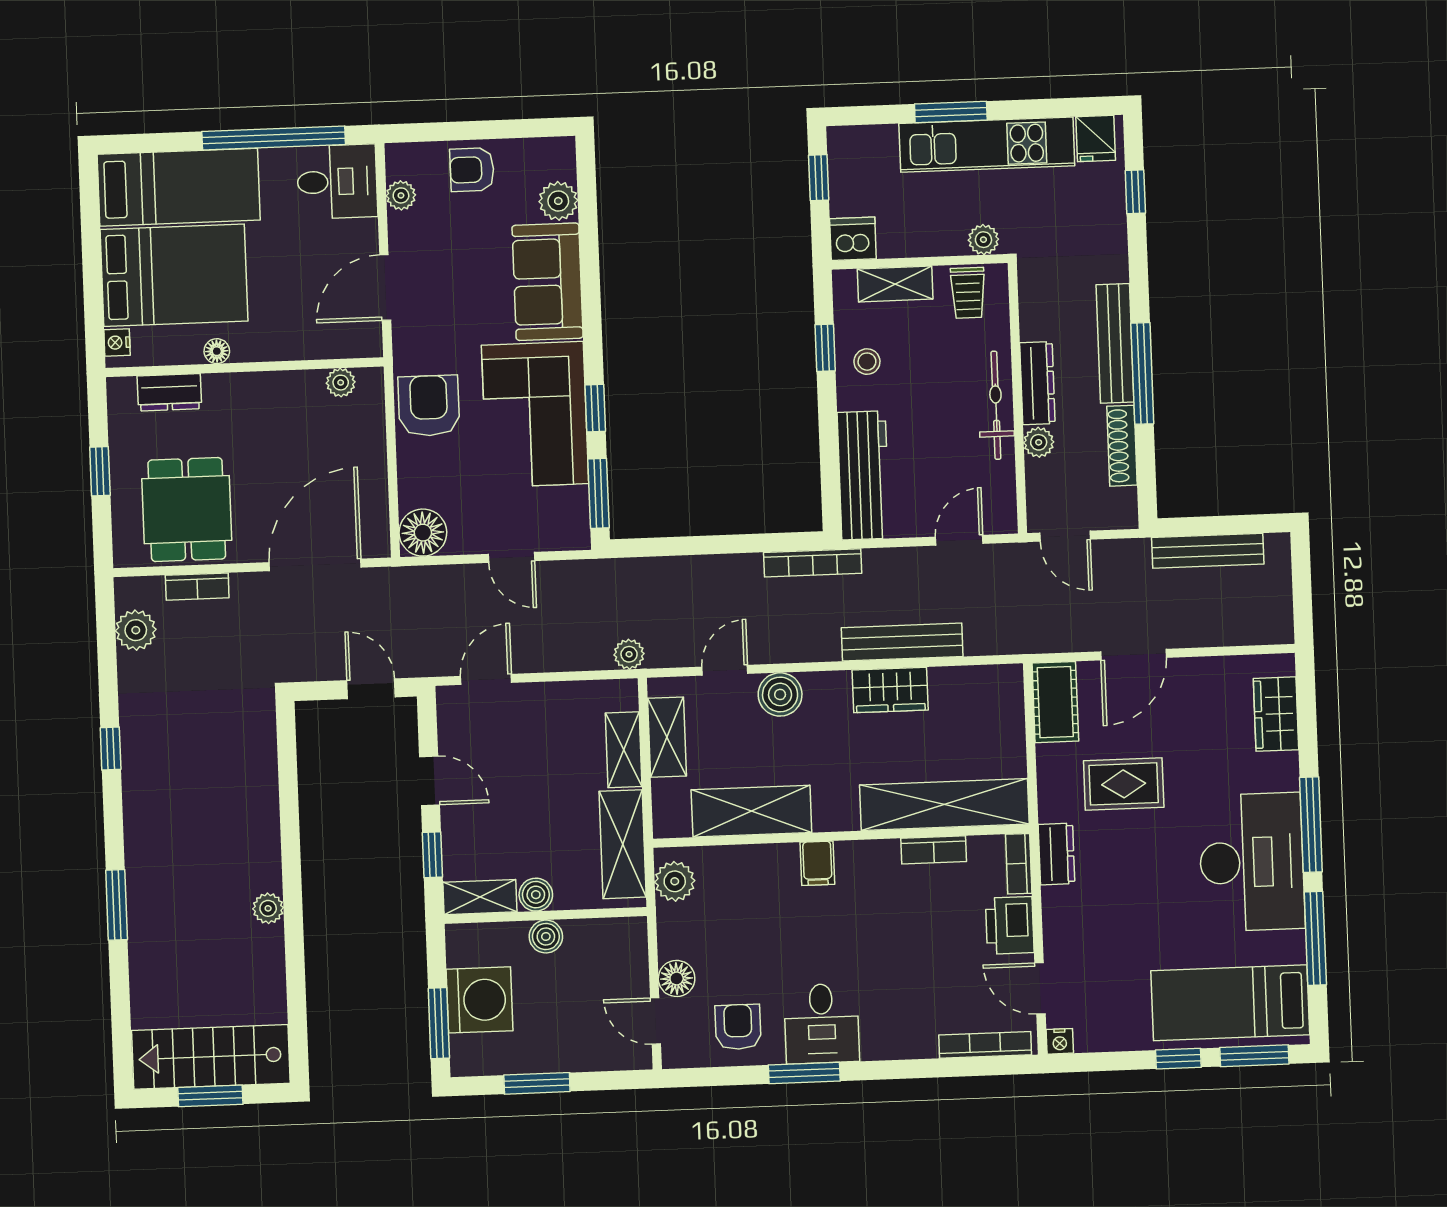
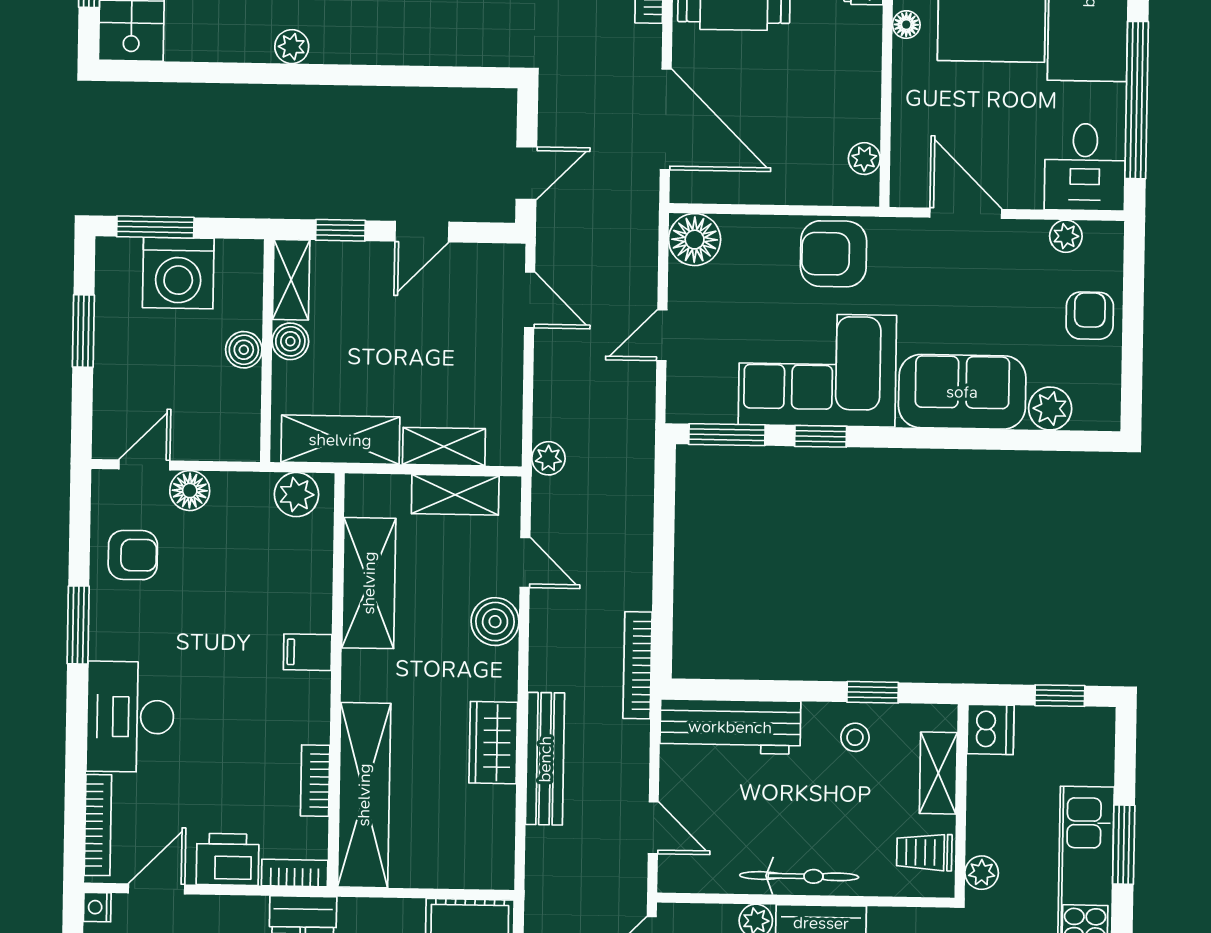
armchair: (429, 406) -> (833, 254), turned 180
desk: (822, 1024) -> (130, 717), moved, width x1.37

